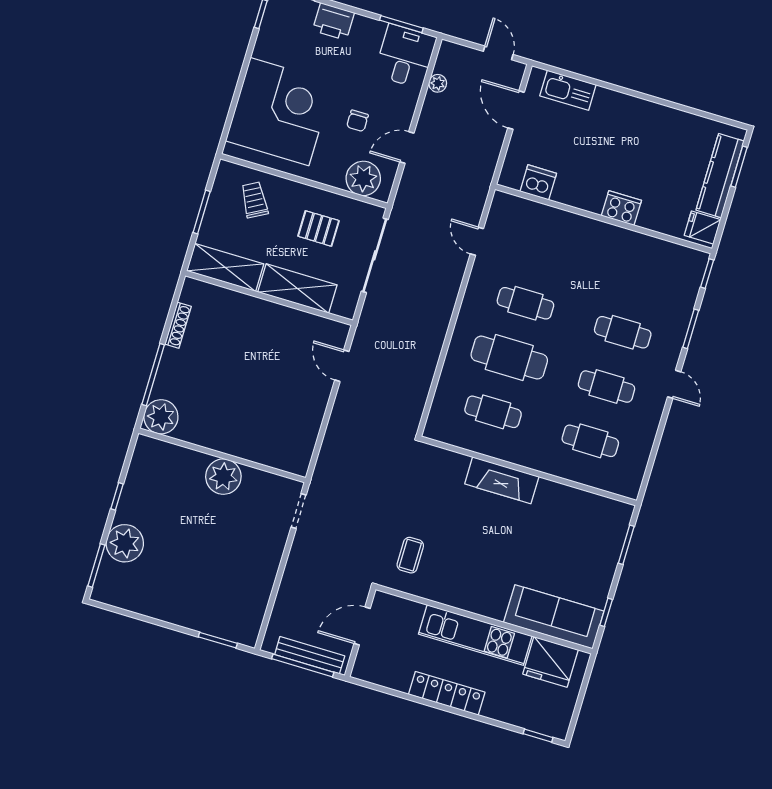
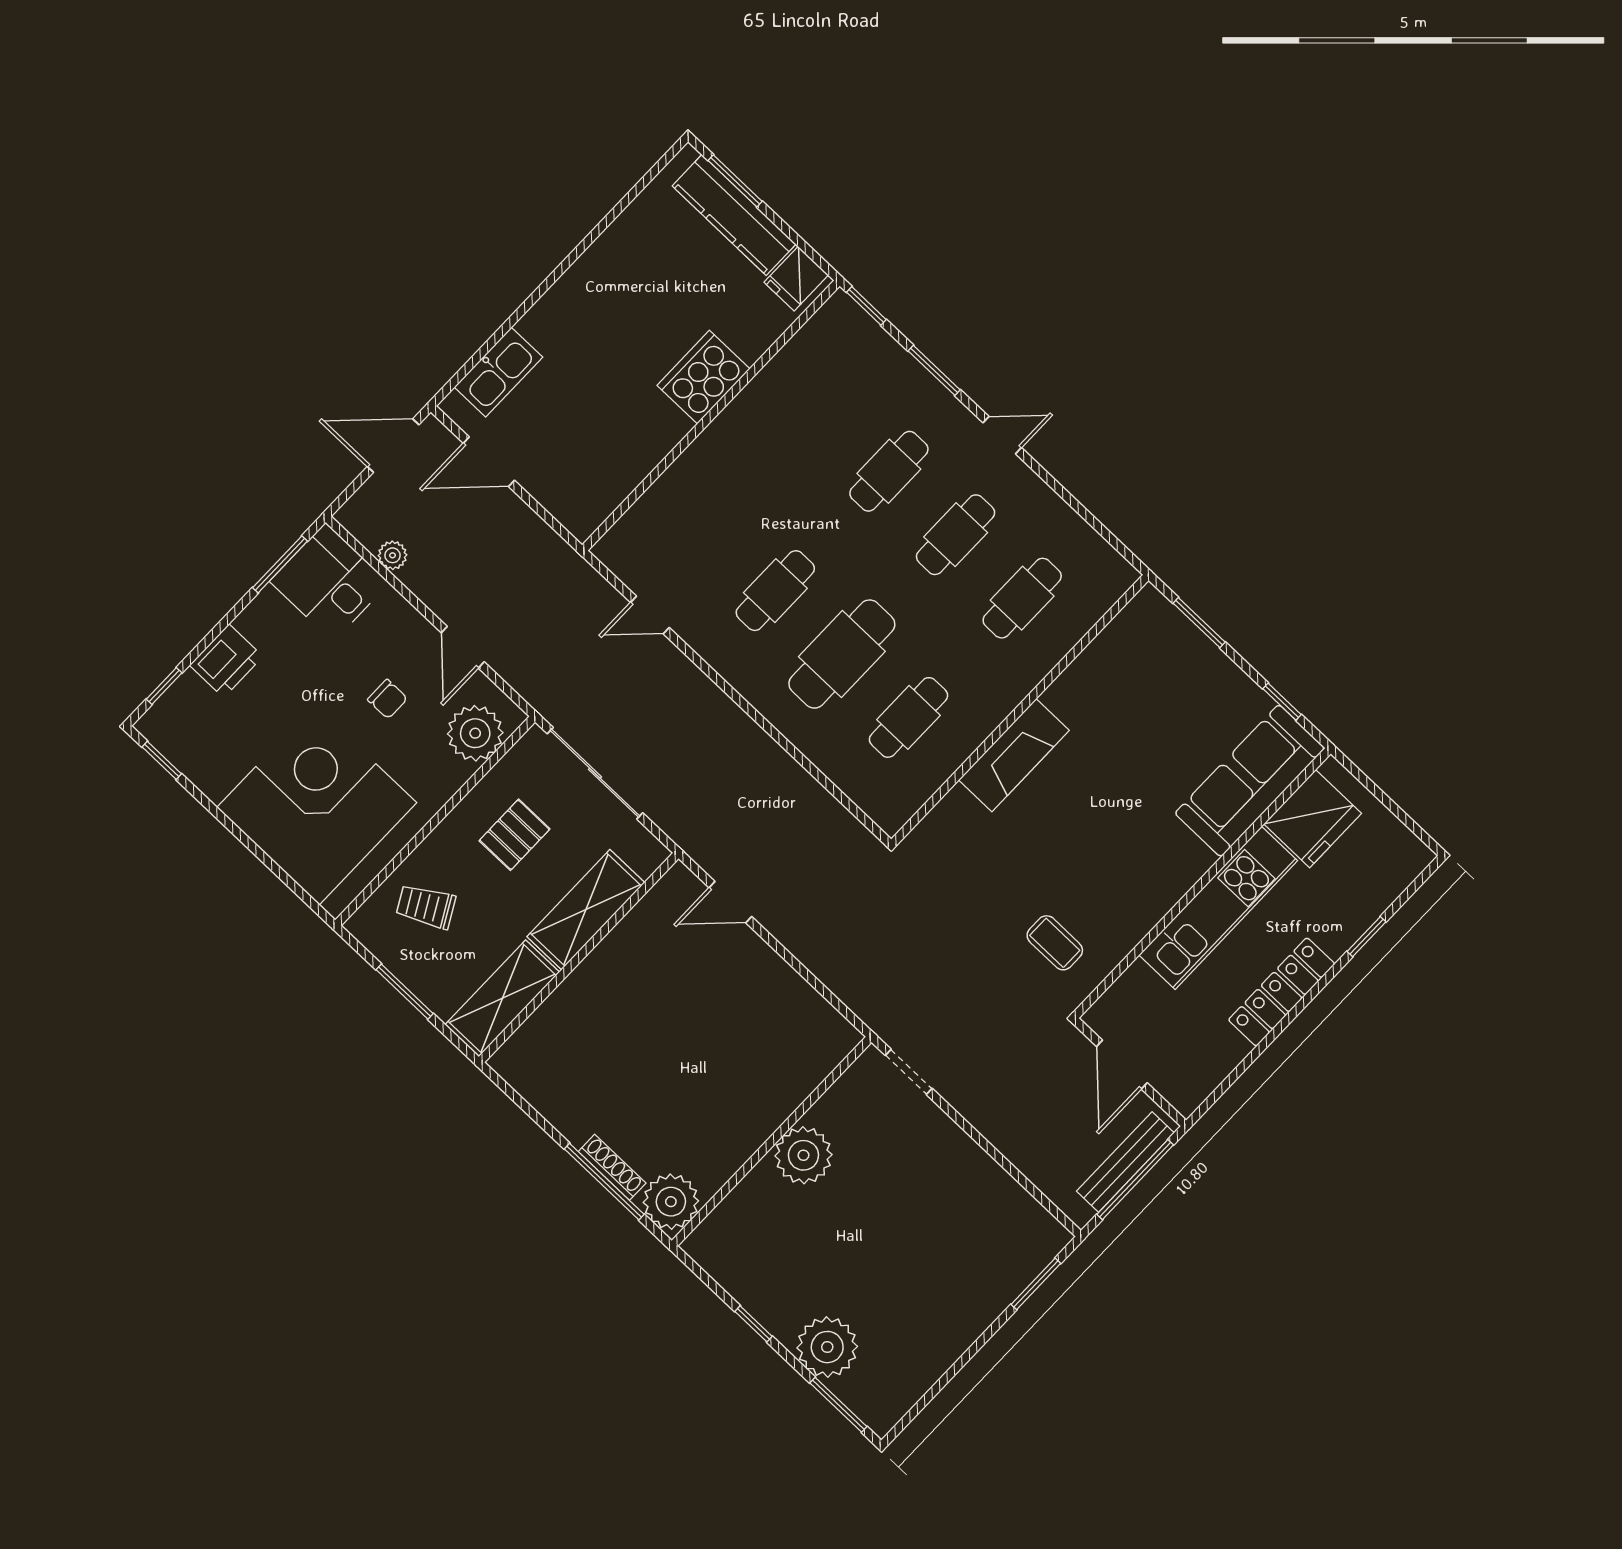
door: (498, 53) -> (393, 446), width x1.38
dishwasher: (538, 182) -> (610, 483), removed
cooker: (621, 208) -> (704, 377), width x1.37, depth x1.31
shoe rack: (178, 325) -> (612, 1167), moved
window: (538, 736) -> (1367, 937), moved

